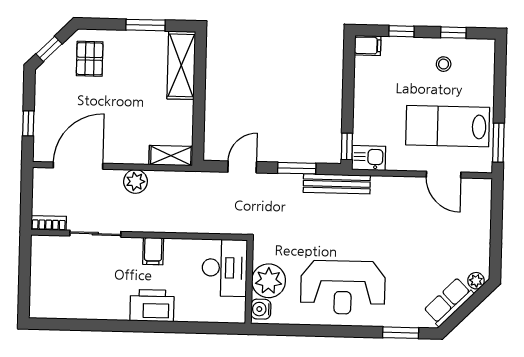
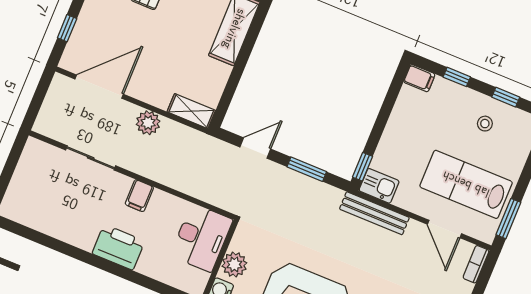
bench: (337, 184) -> (374, 213), moved
bookcase: (49, 223) -> (476, 264), moved, turned -90
plant: (269, 281) -> (234, 264), width x0.73, depth x0.73

